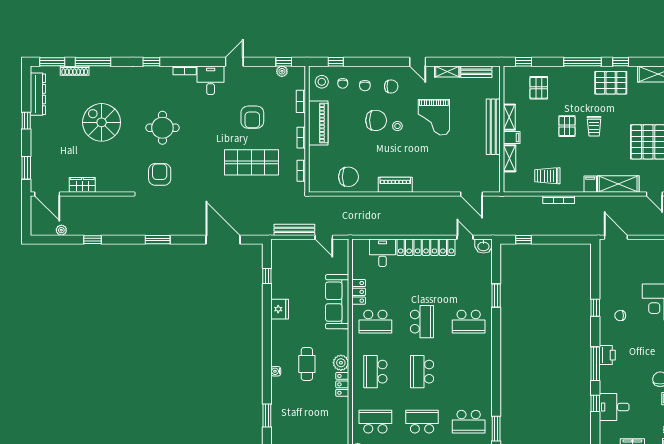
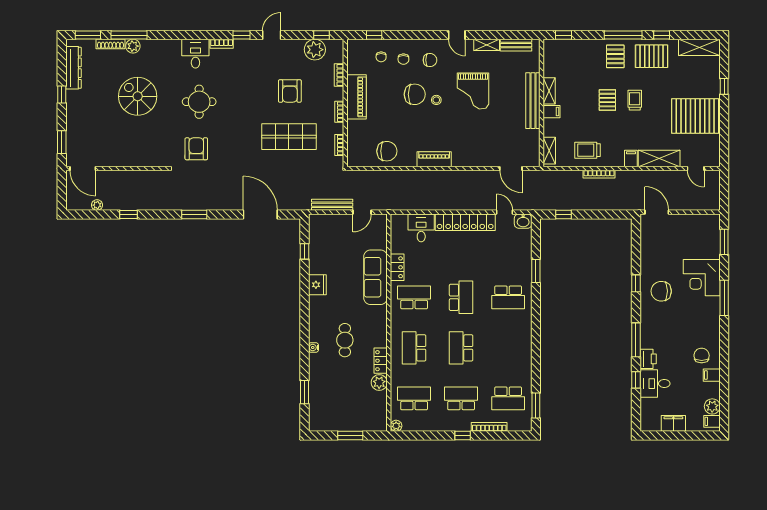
window: (151, 62) -> (241, 35), moved
plant: (282, 71) -> (315, 50), width x1.88, depth x1.88
plant: (97, 73) -> (133, 46), added
desk: (211, 80) -> (195, 54), moved
stool: (322, 82) -> (360, 55), removed
pallet: (539, 88) -> (615, 56), moved
trolley: (594, 126) -> (635, 100), turned 180
shelving: (509, 158) -> (549, 151), moved
wardrobe: (82, 185) -> (118, 159), removed
door: (324, 237) -> (362, 212), hinge flipped
chair: (620, 316) -> (661, 291), width x1.87, depth x1.87
school desk: (375, 322) -> (414, 297), turned 180
printer: (607, 355) -> (648, 359), moved
plant: (341, 363) -> (379, 383), moved

